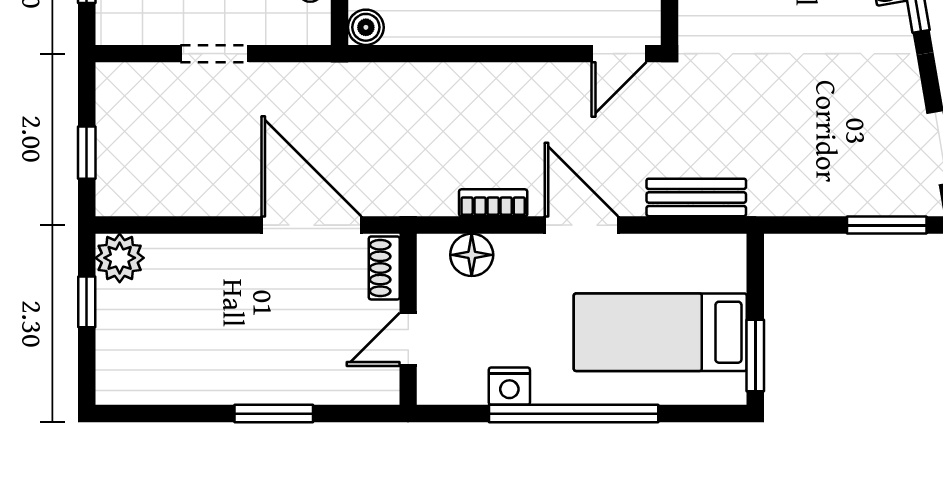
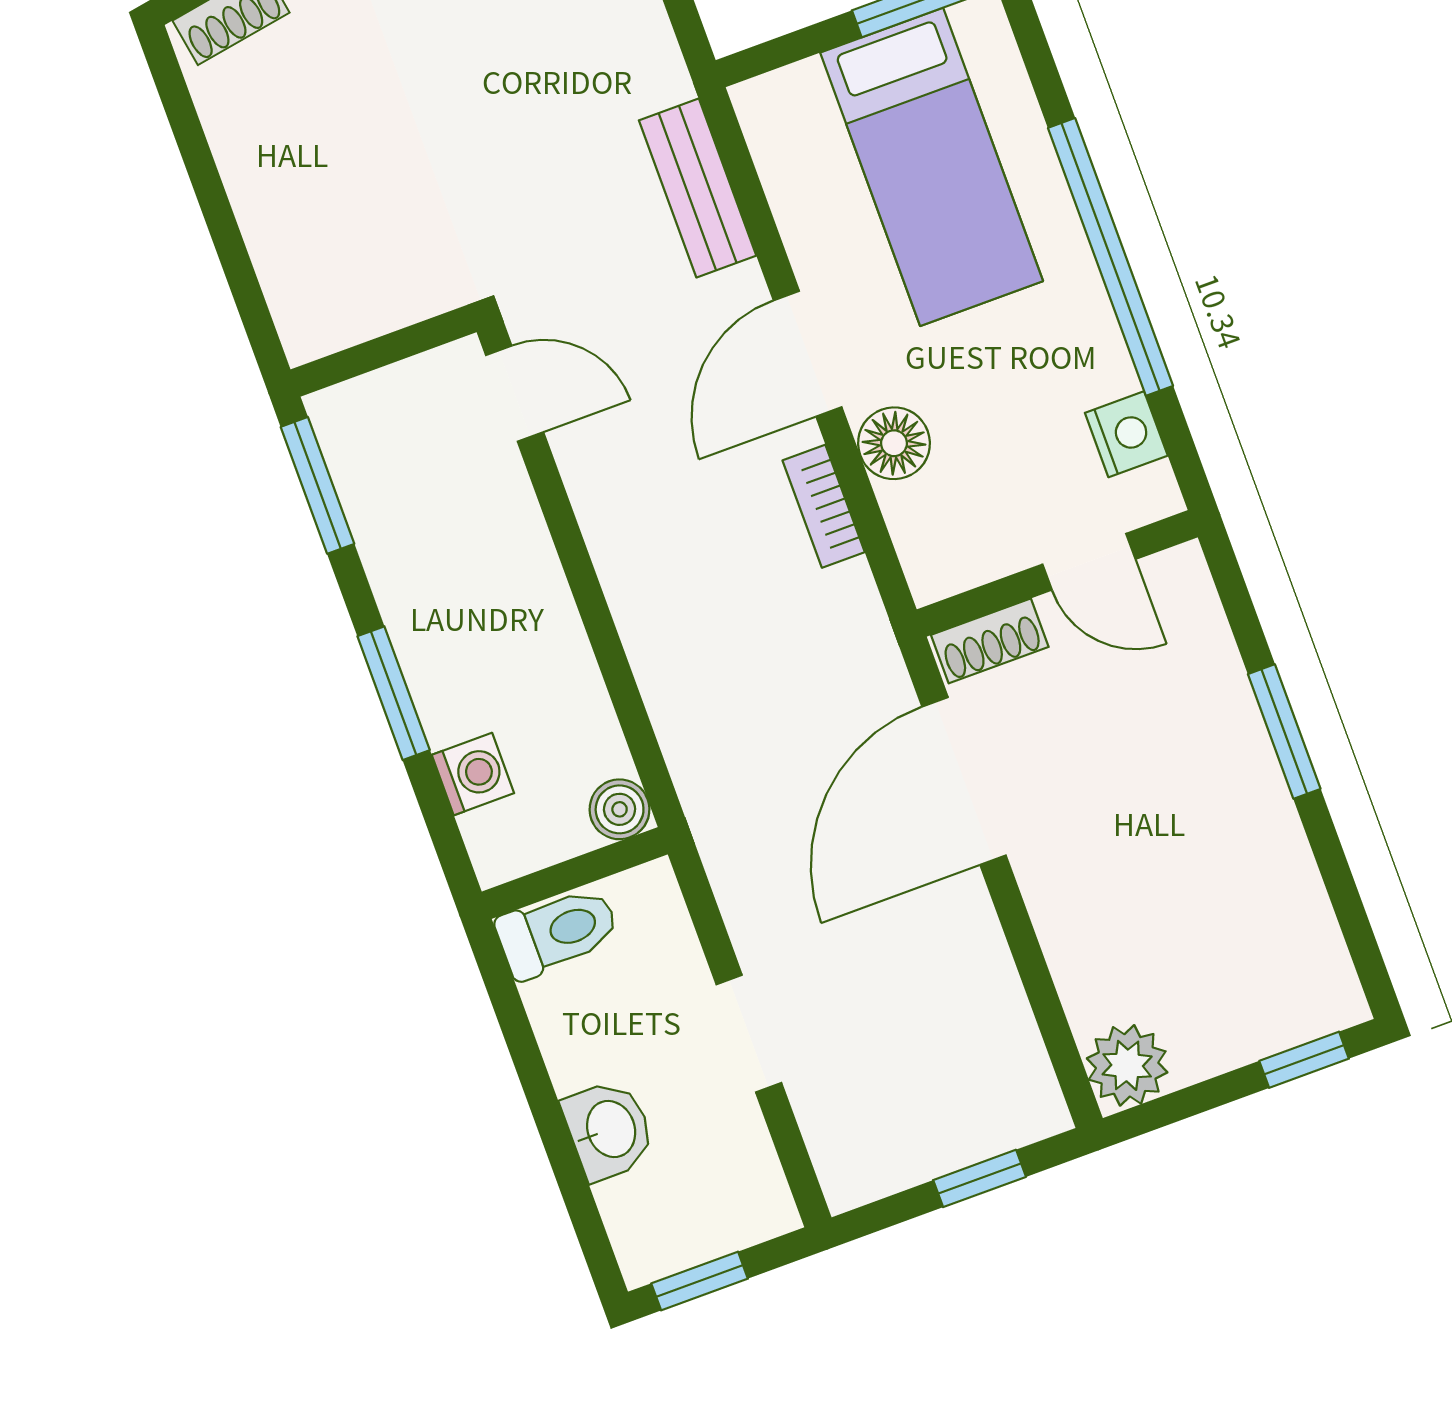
floor lamp: (472, 255) -> (894, 443), moved
window: (87, 302) -> (1304, 1060), moved
nightstand: (509, 386) -> (1126, 434), moved

